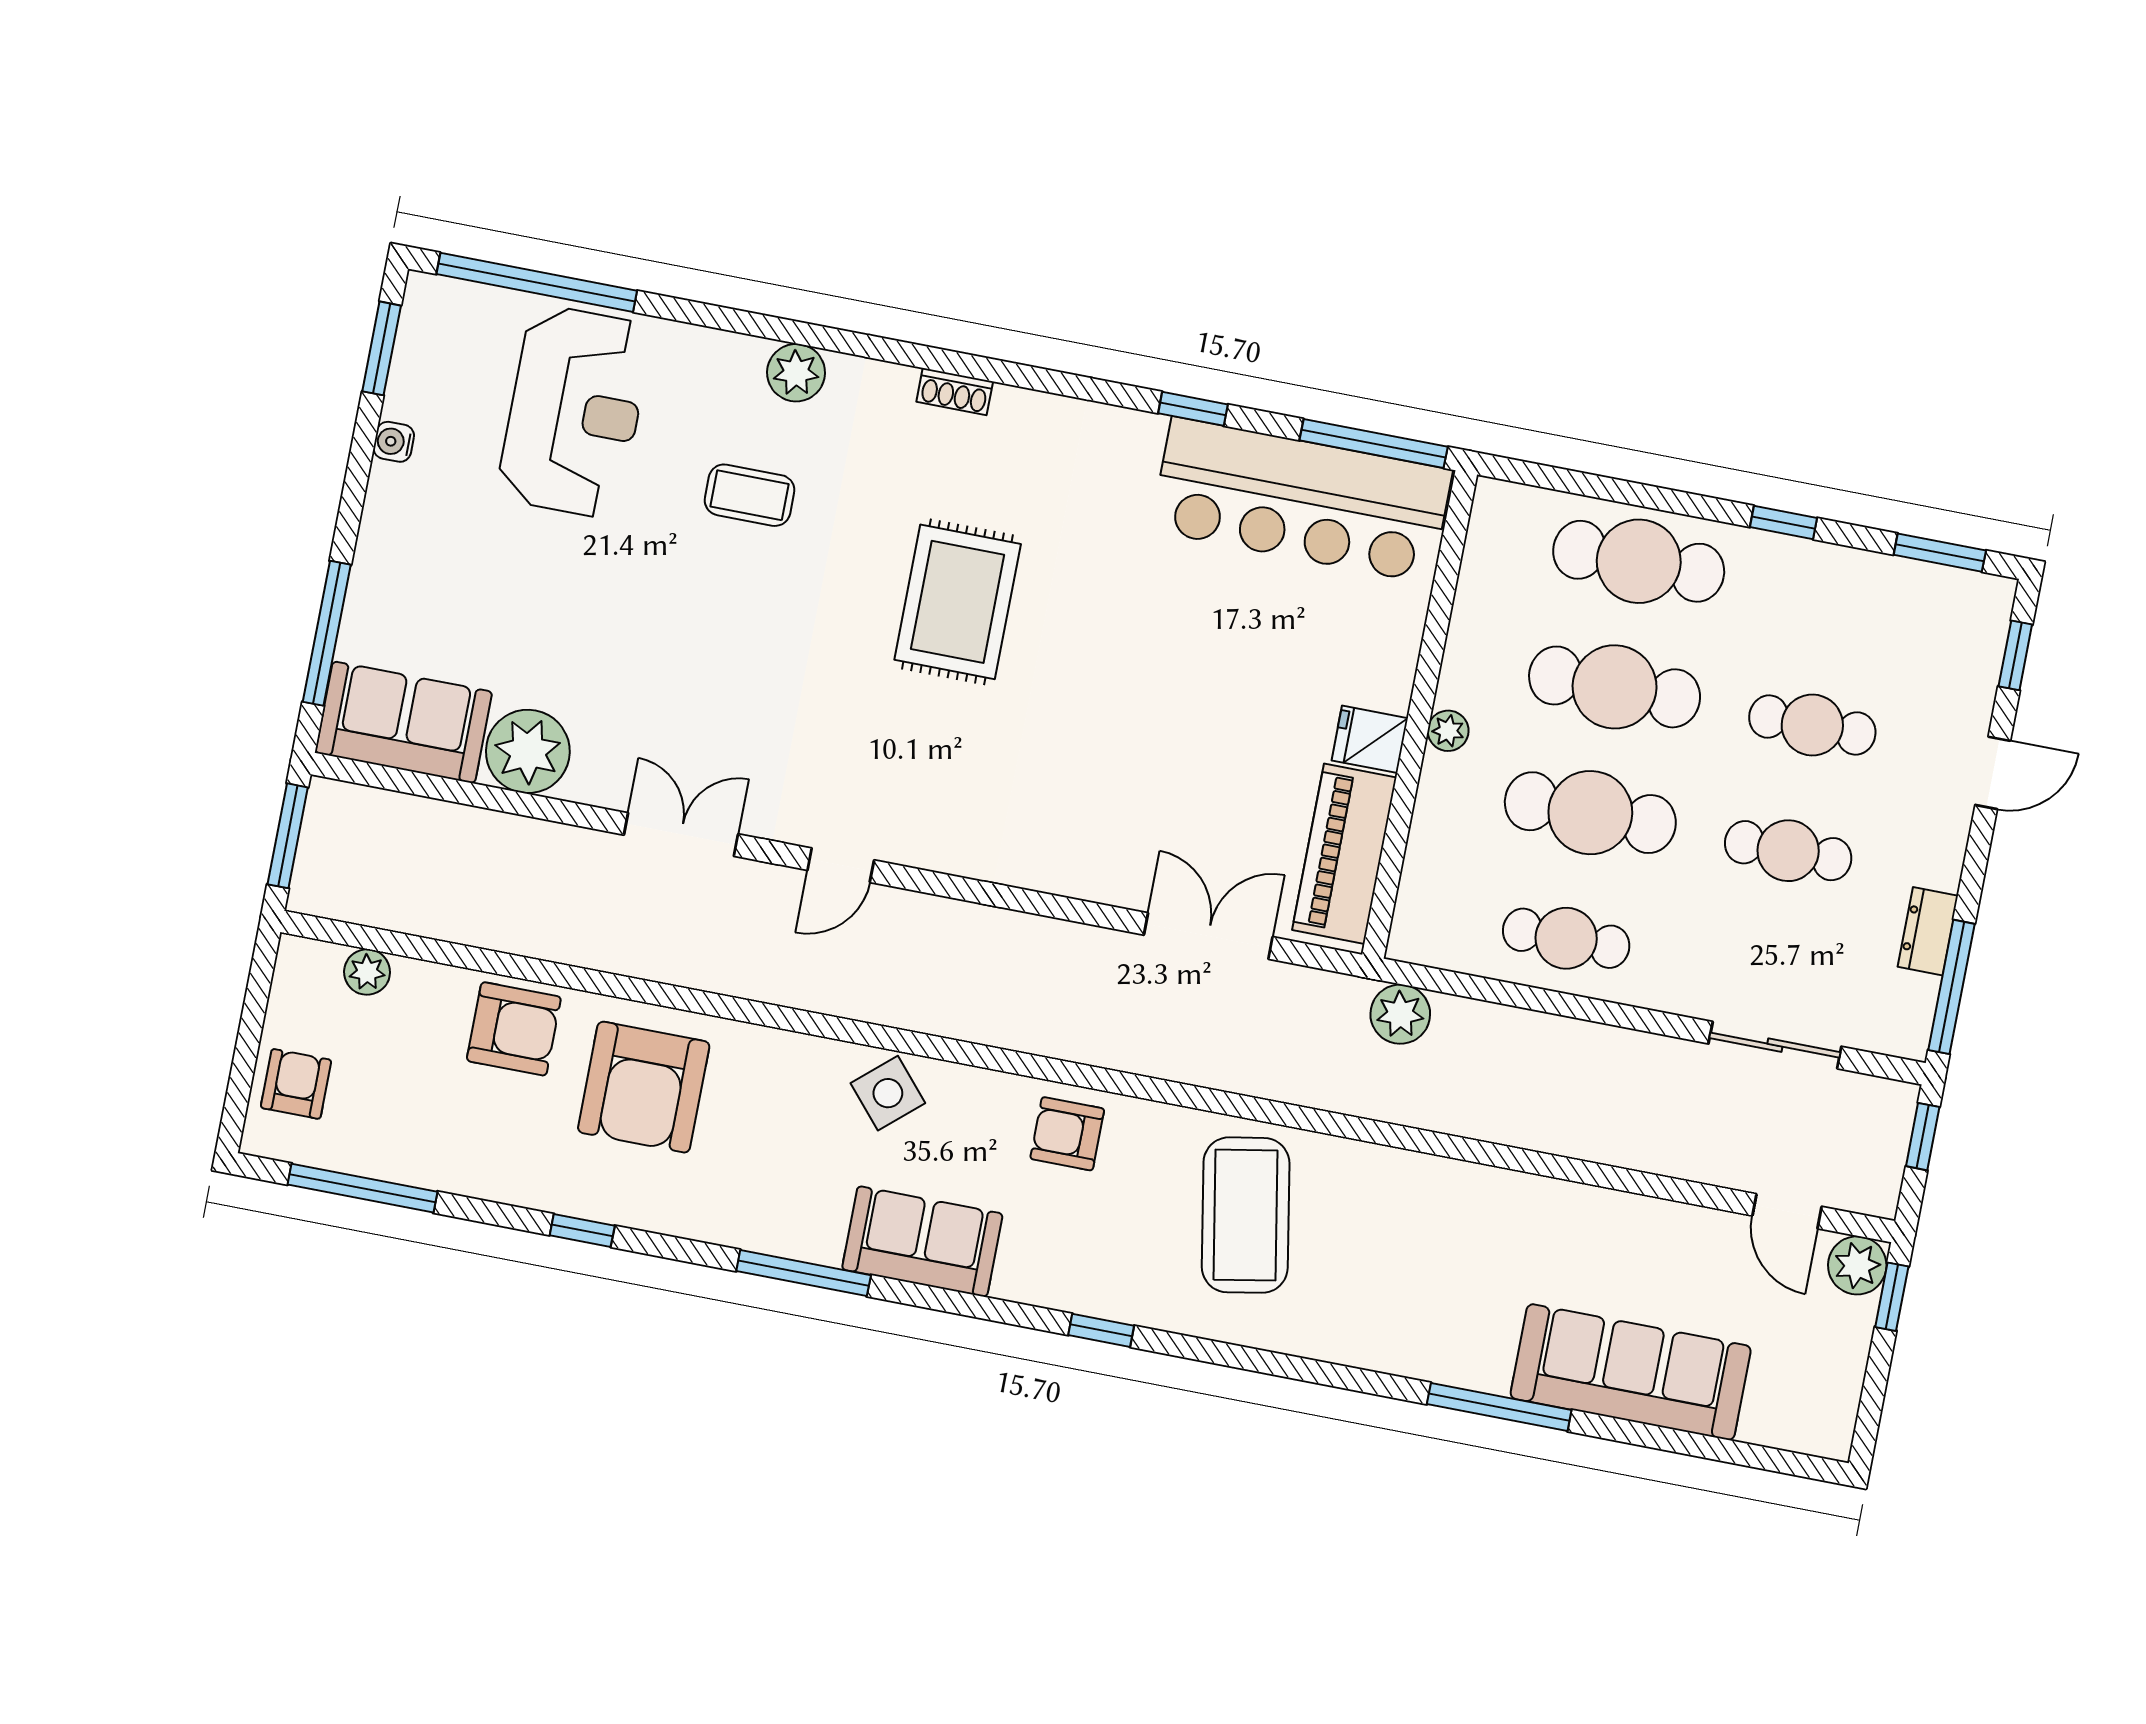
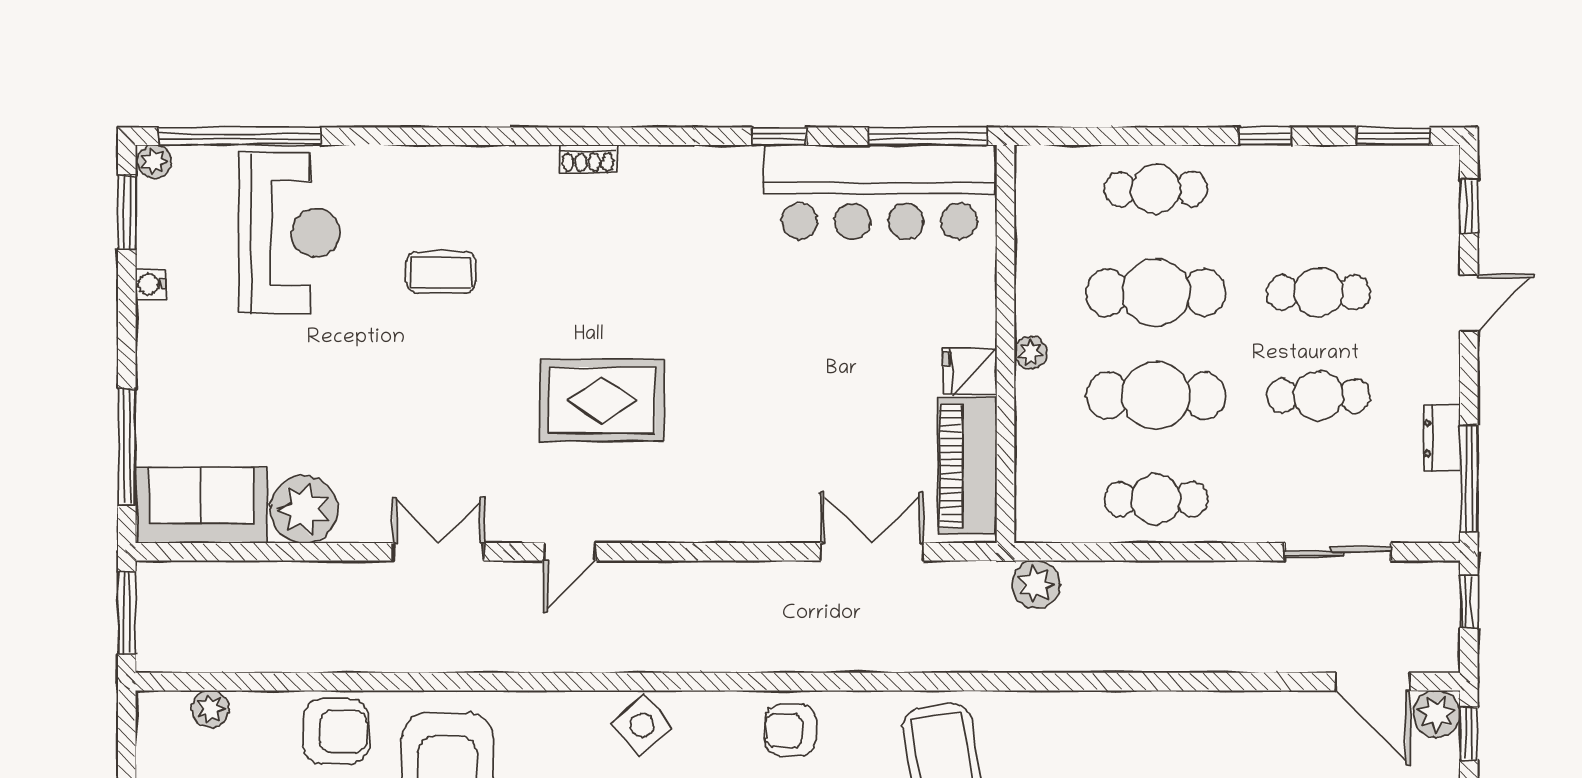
plant: (796, 373) -> (154, 162), moved, width x0.73, depth x0.73
cafe table: (1639, 561) -> (1156, 189), width x0.73, depth x0.74
rug: (958, 602) -> (602, 400), moved, turned 90
door: (1787, 1211) -> (1373, 682), width x1.38

